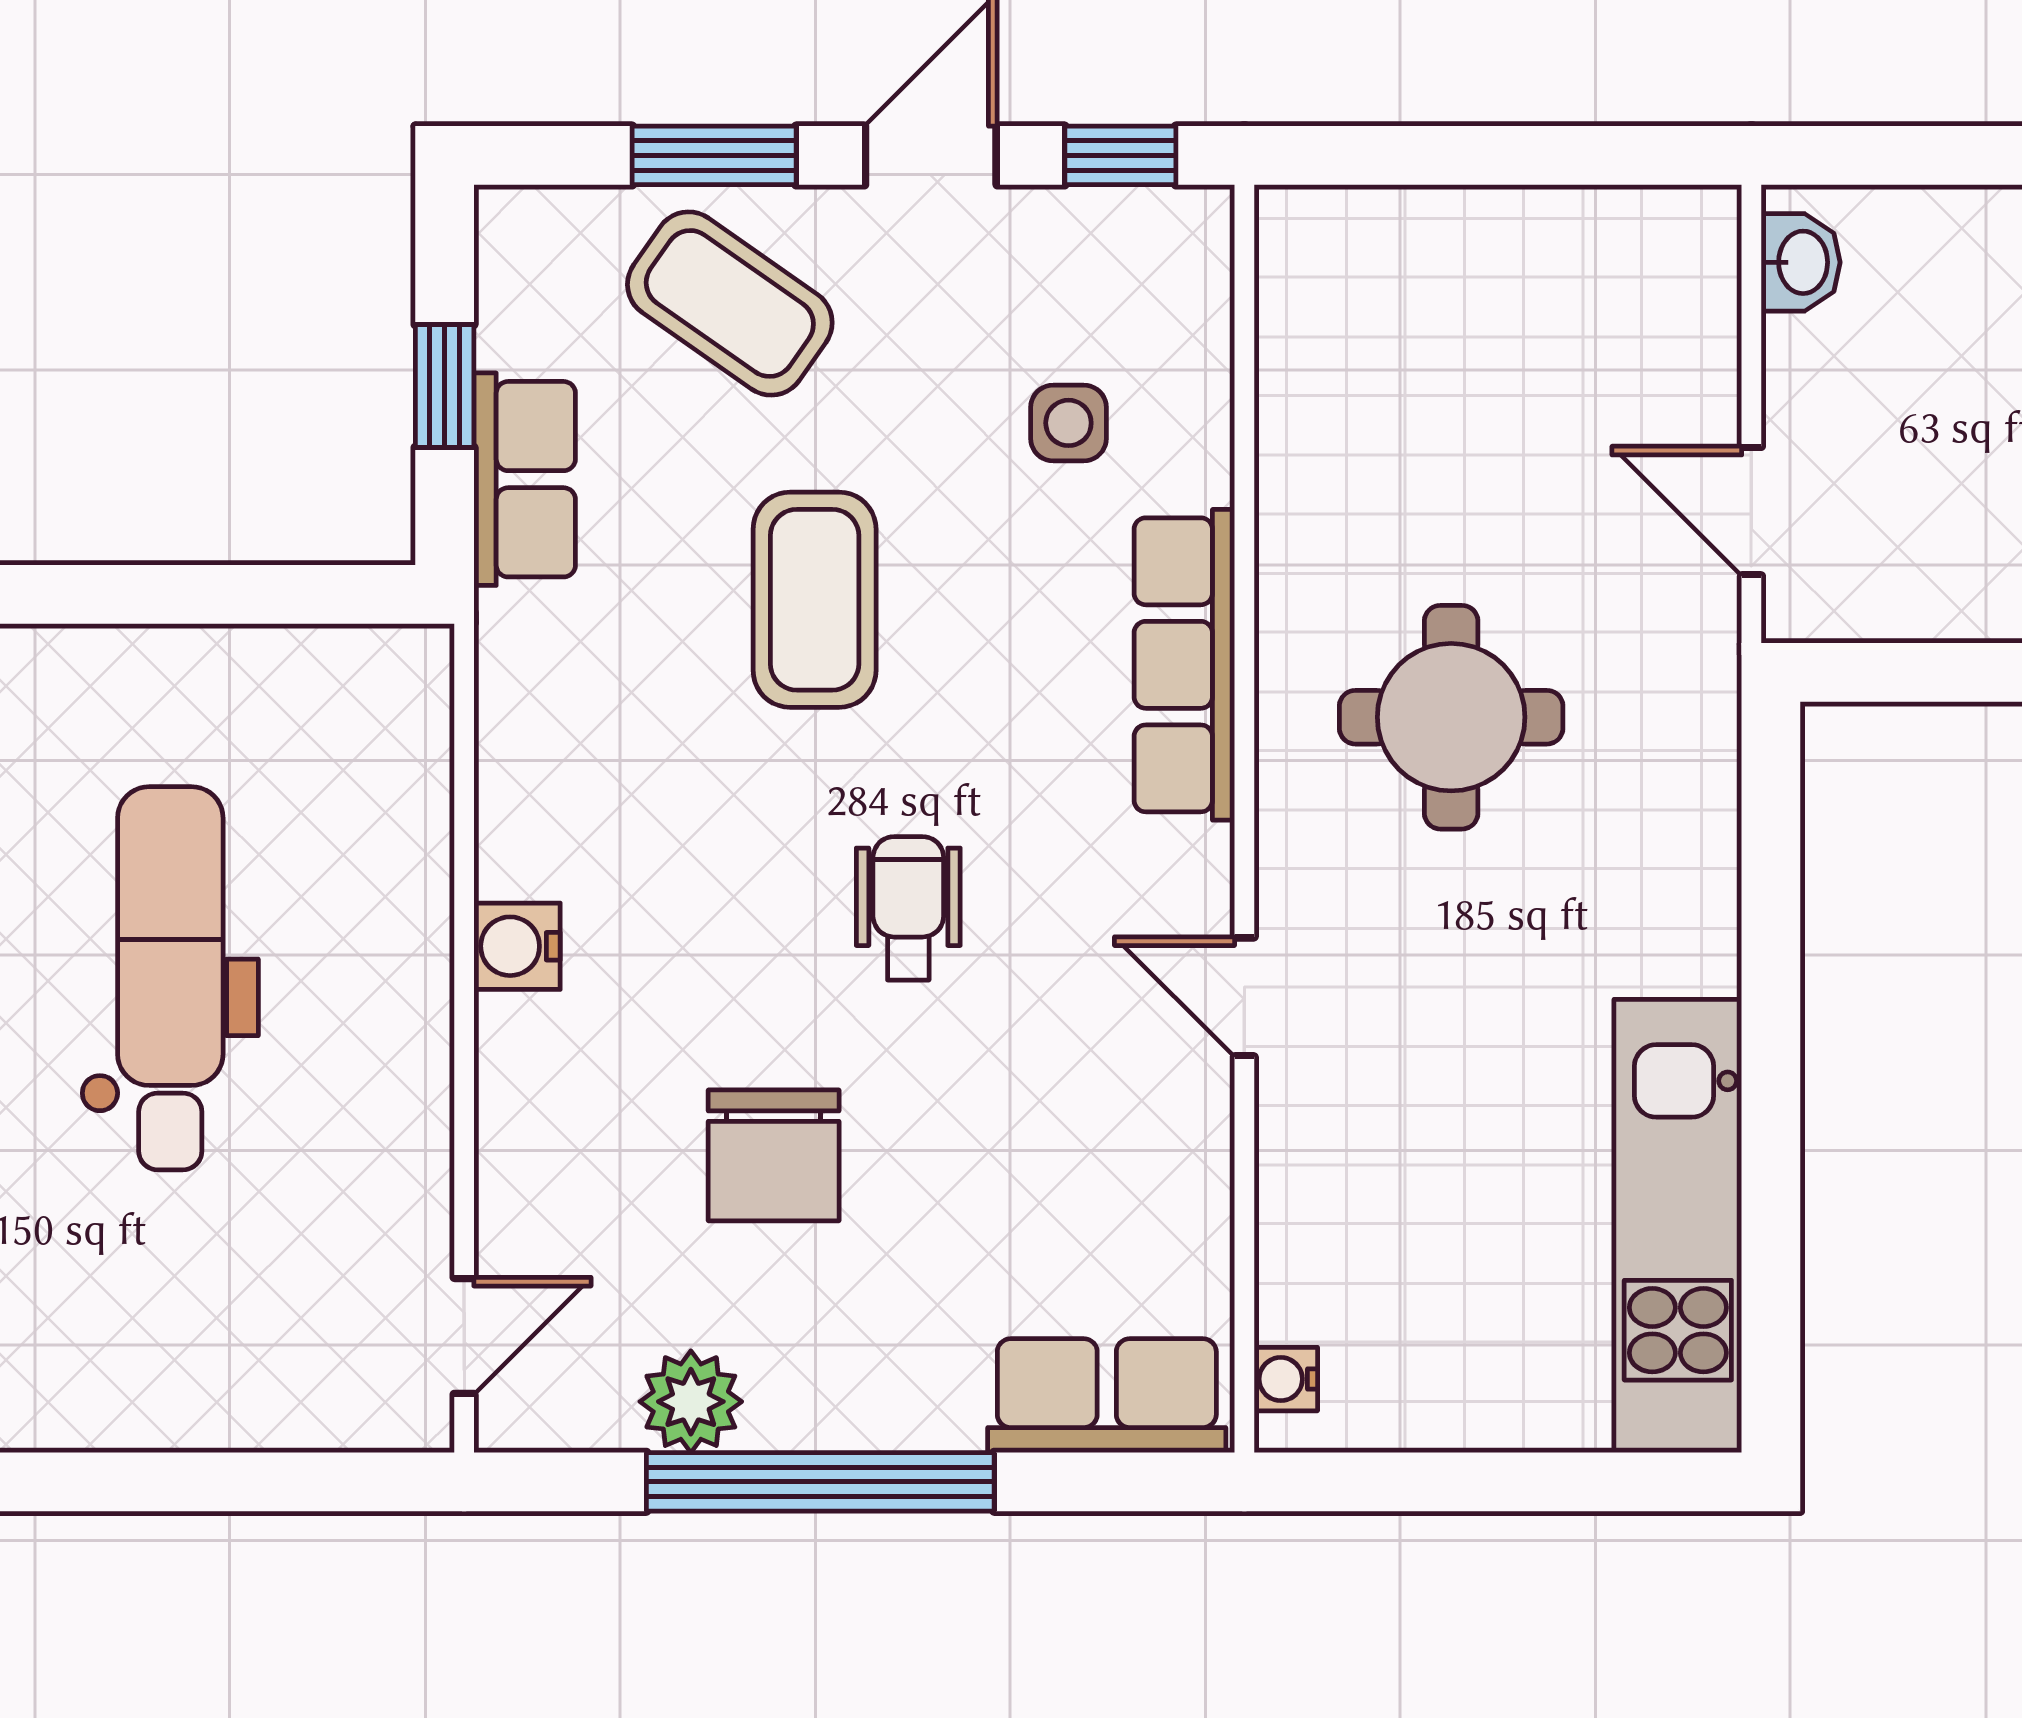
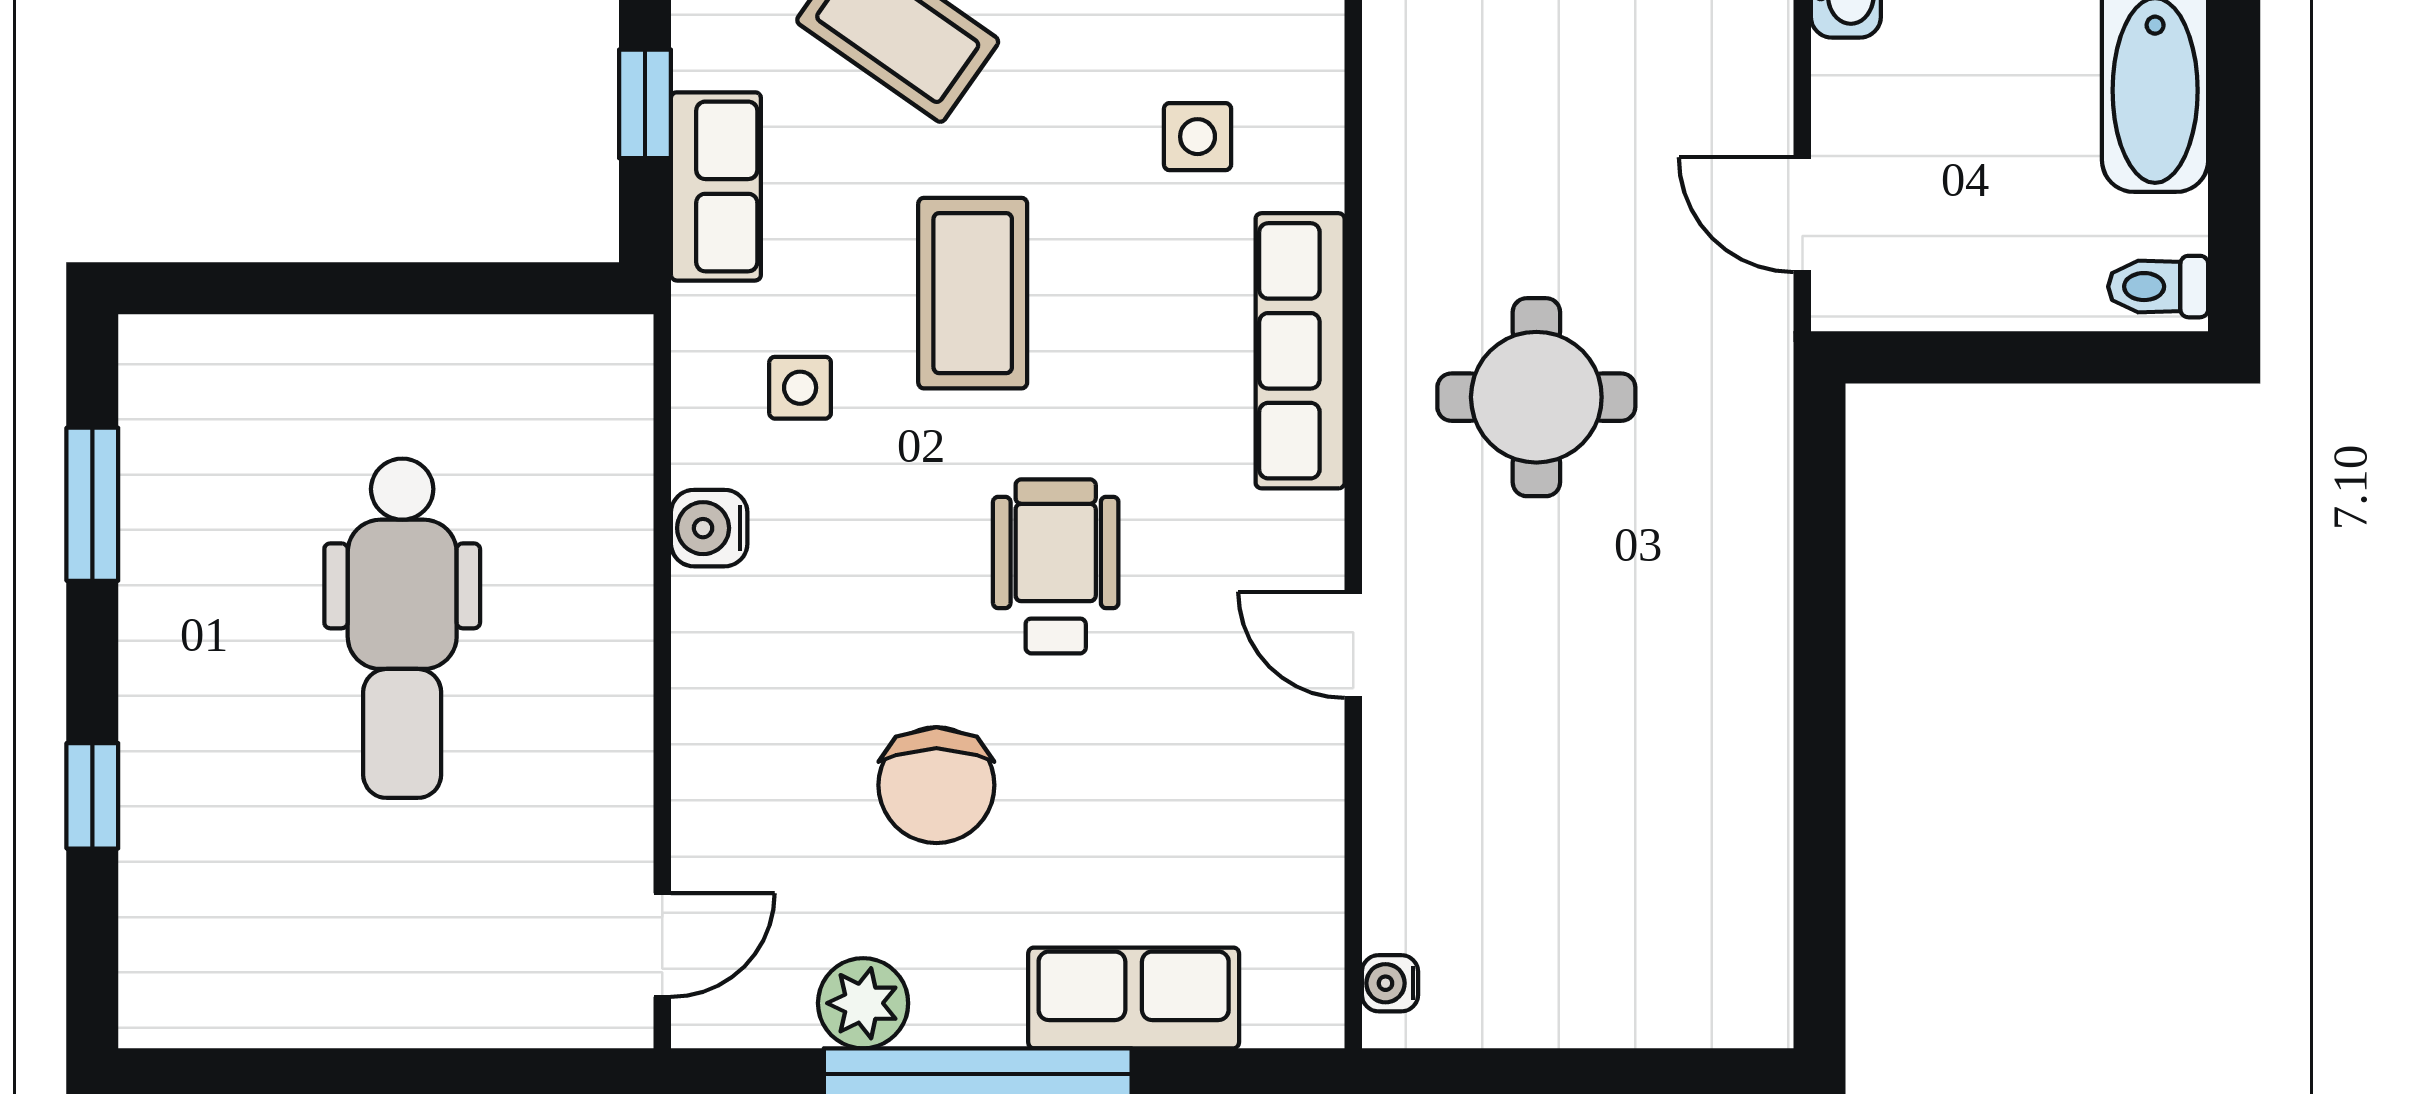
side table: (620, 707) -> (800, 388), added
wheelchair: (908, 908) -> (1056, 566), width x1.36, depth x1.37
water cooler: (517, 946) -> (709, 528), moved
dental chair: (170, 978) -> (402, 628), turned 180
kitchen unit: (1678, 1226) -> (1737, 848), removed
row of seats: (1107, 1396) -> (1134, 998), moved

